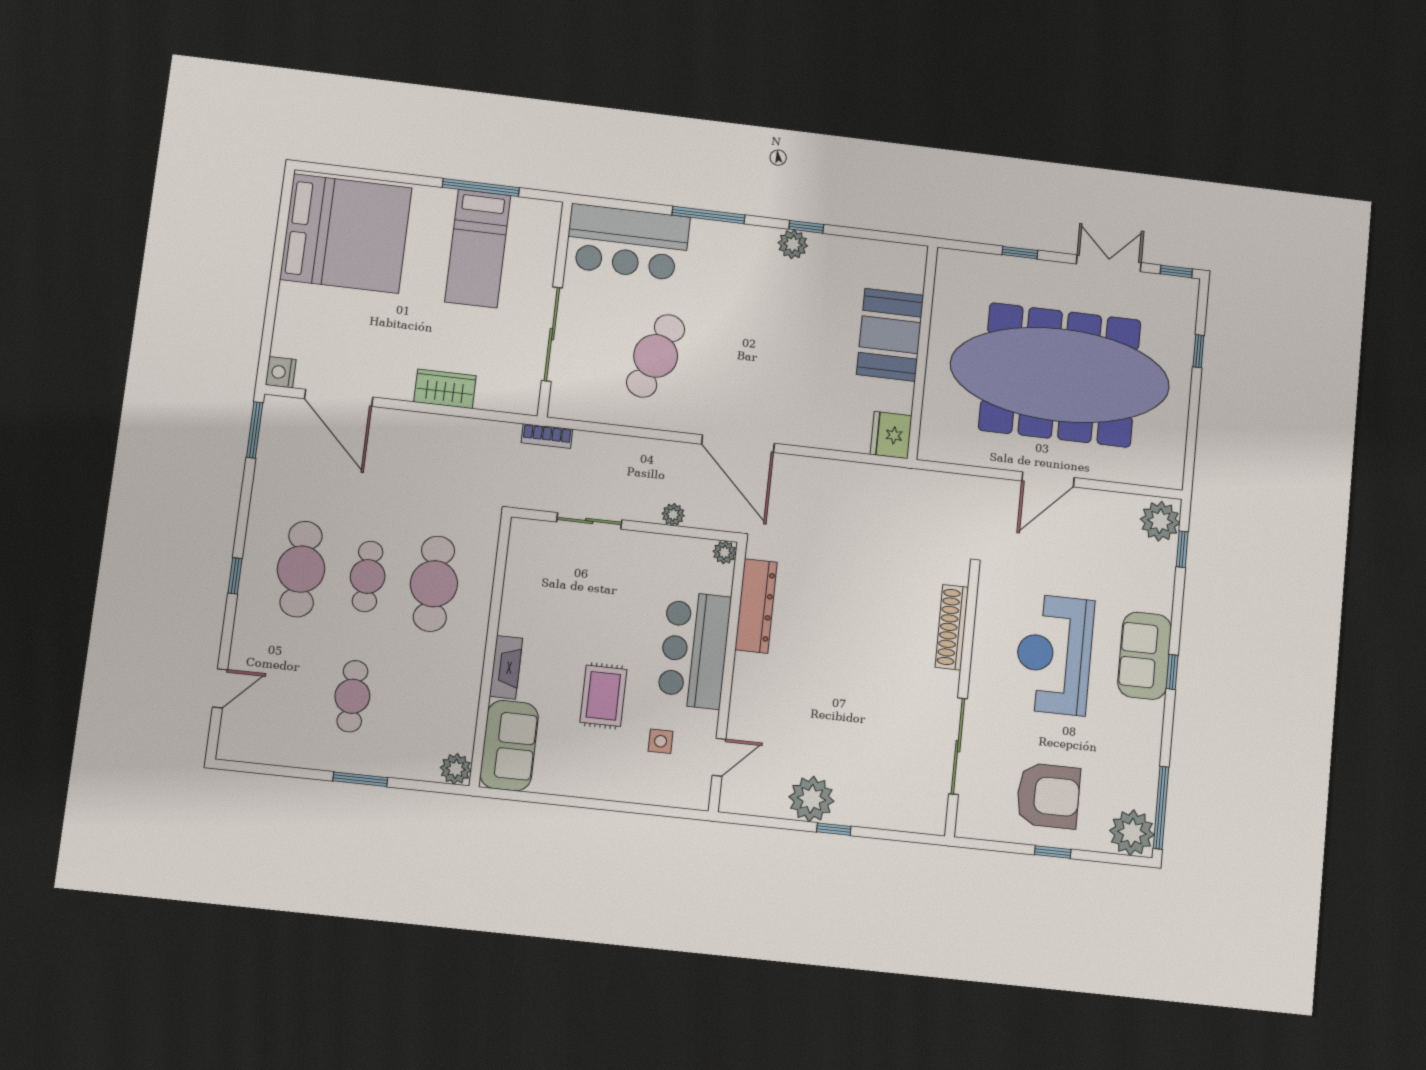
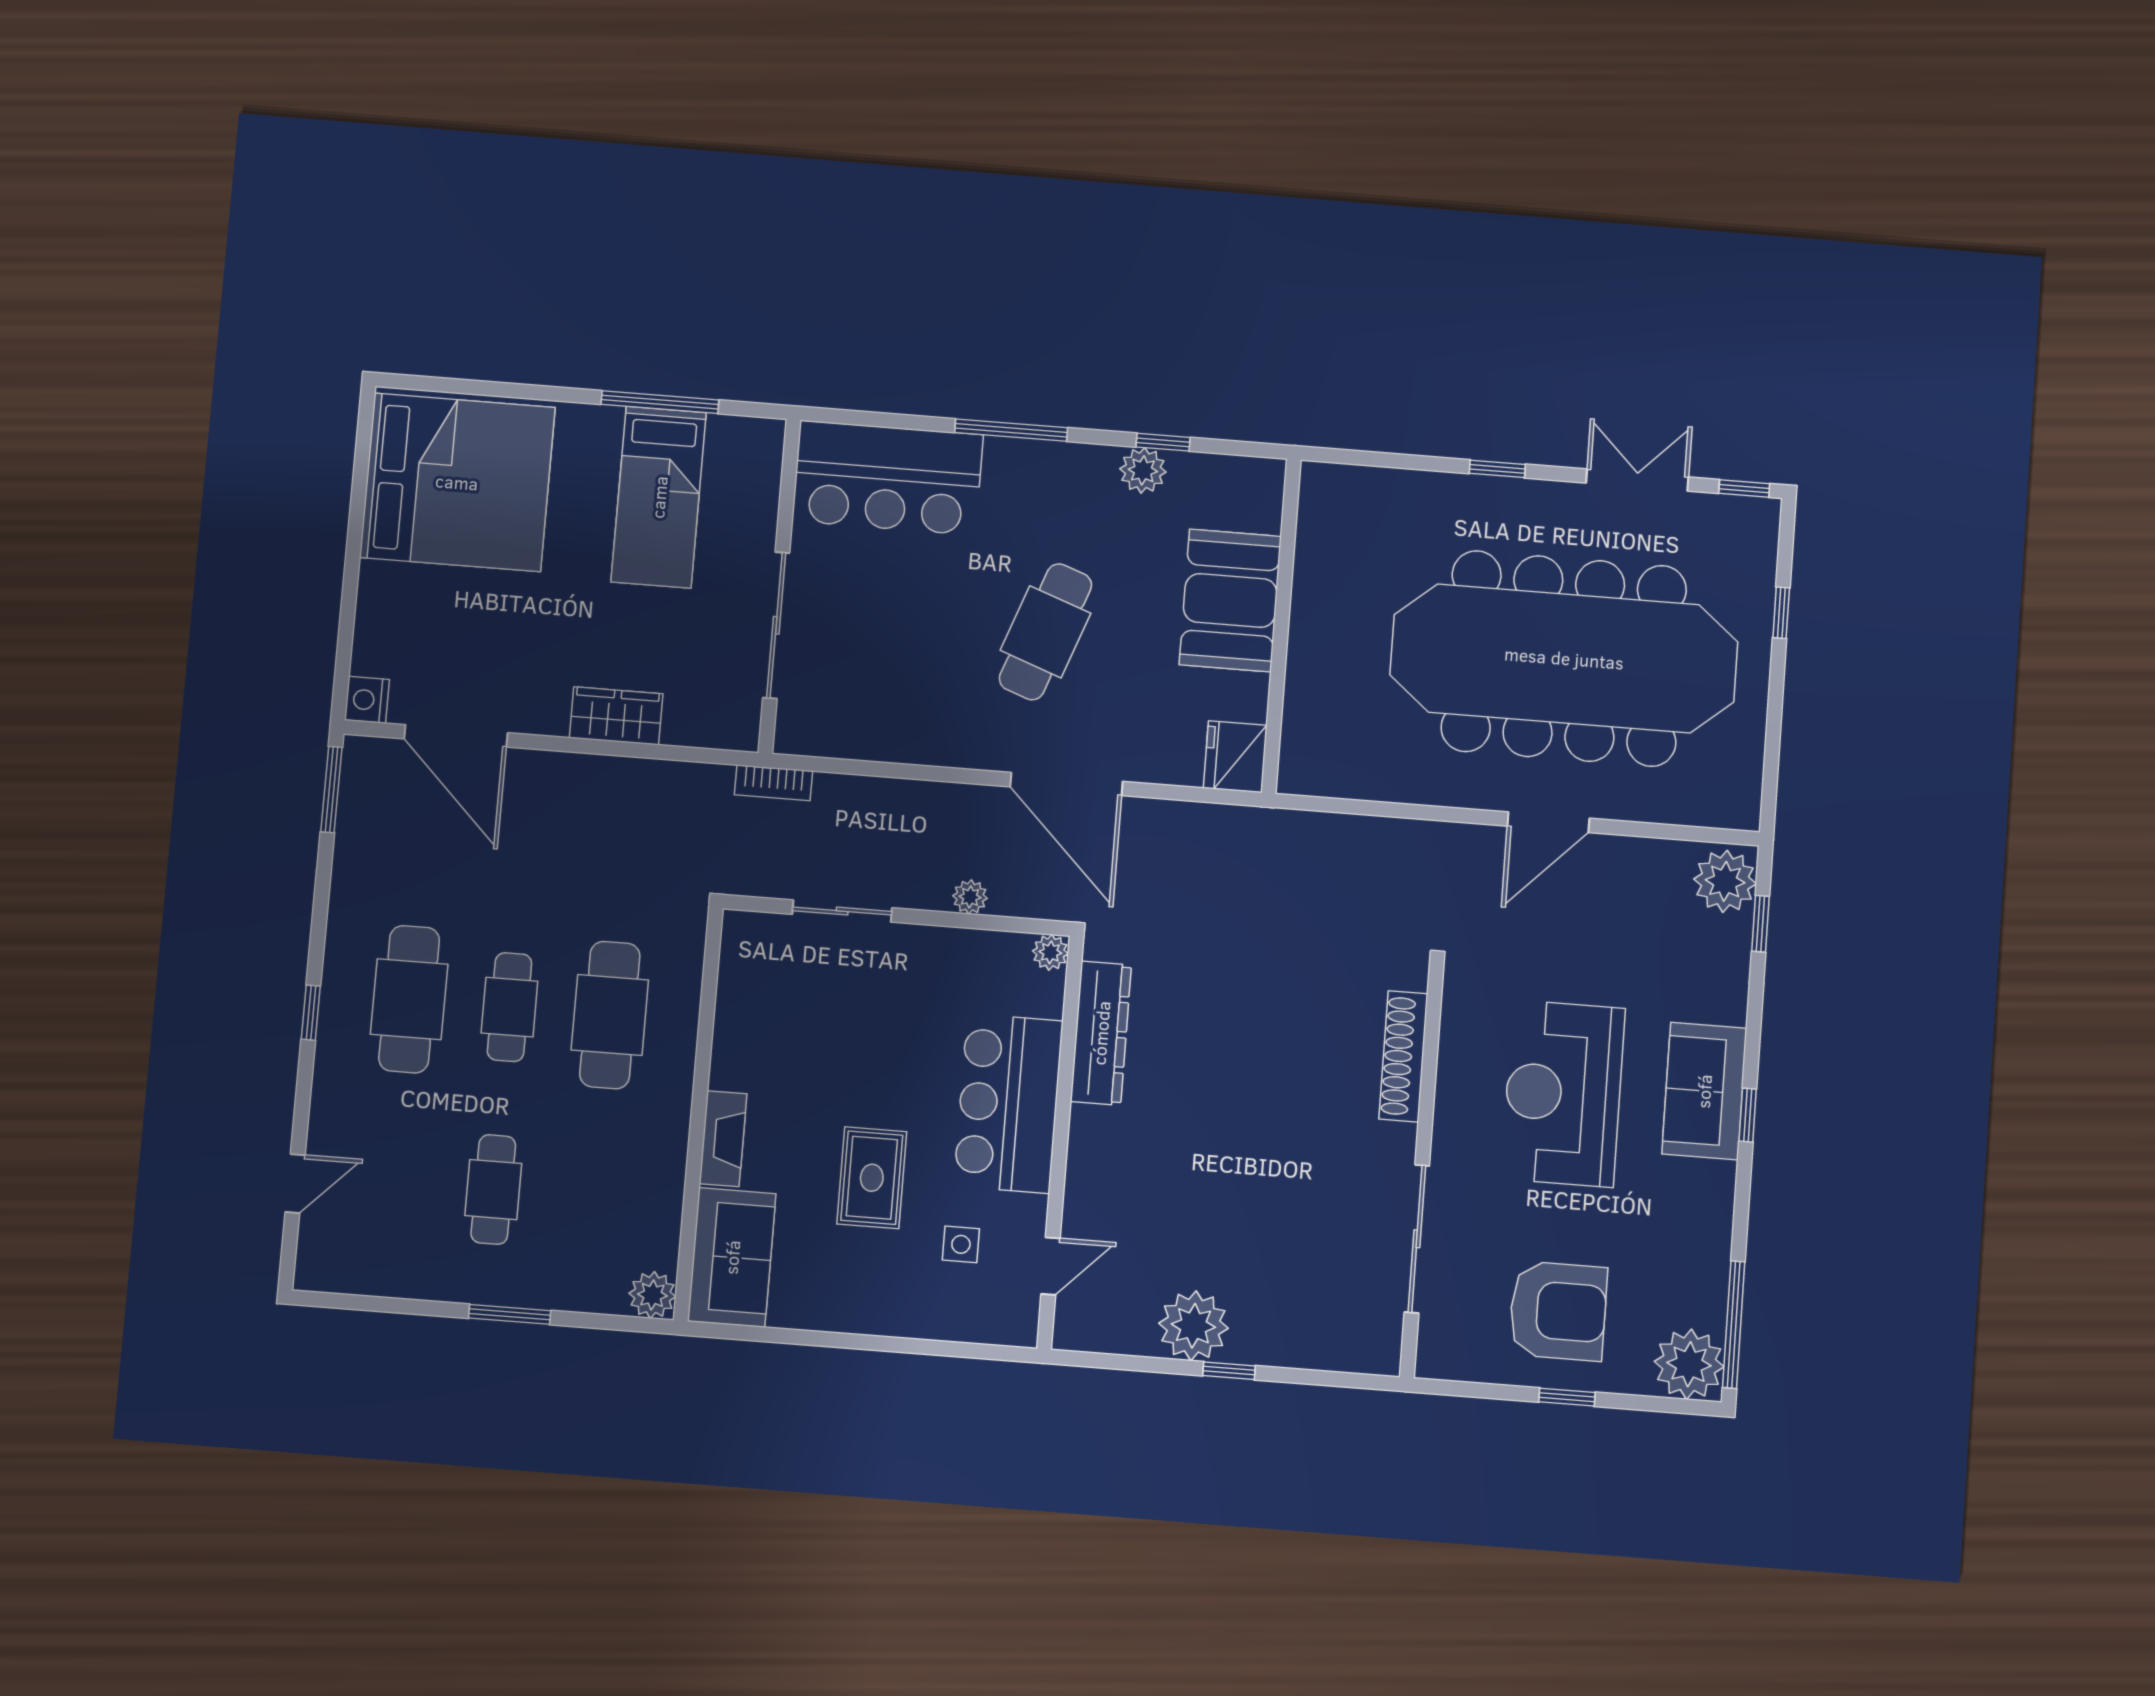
booth: (890, 335) -> (1230, 600), moved
wall: (922, 352) -> (1281, 626), moved
cafe table: (656, 356) -> (1045, 632), moved
fridge: (891, 435) -> (1235, 757), moved

